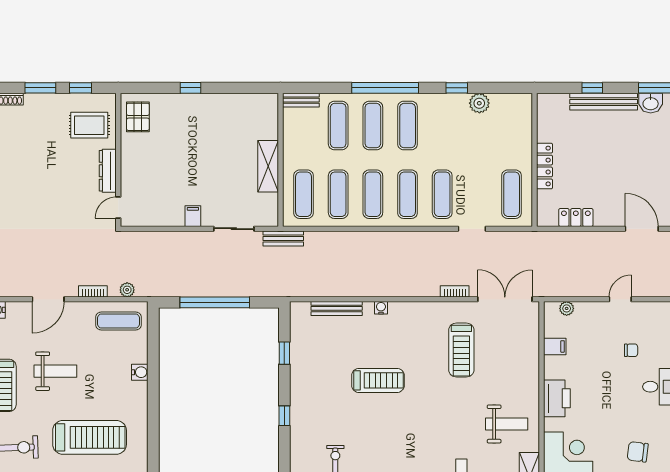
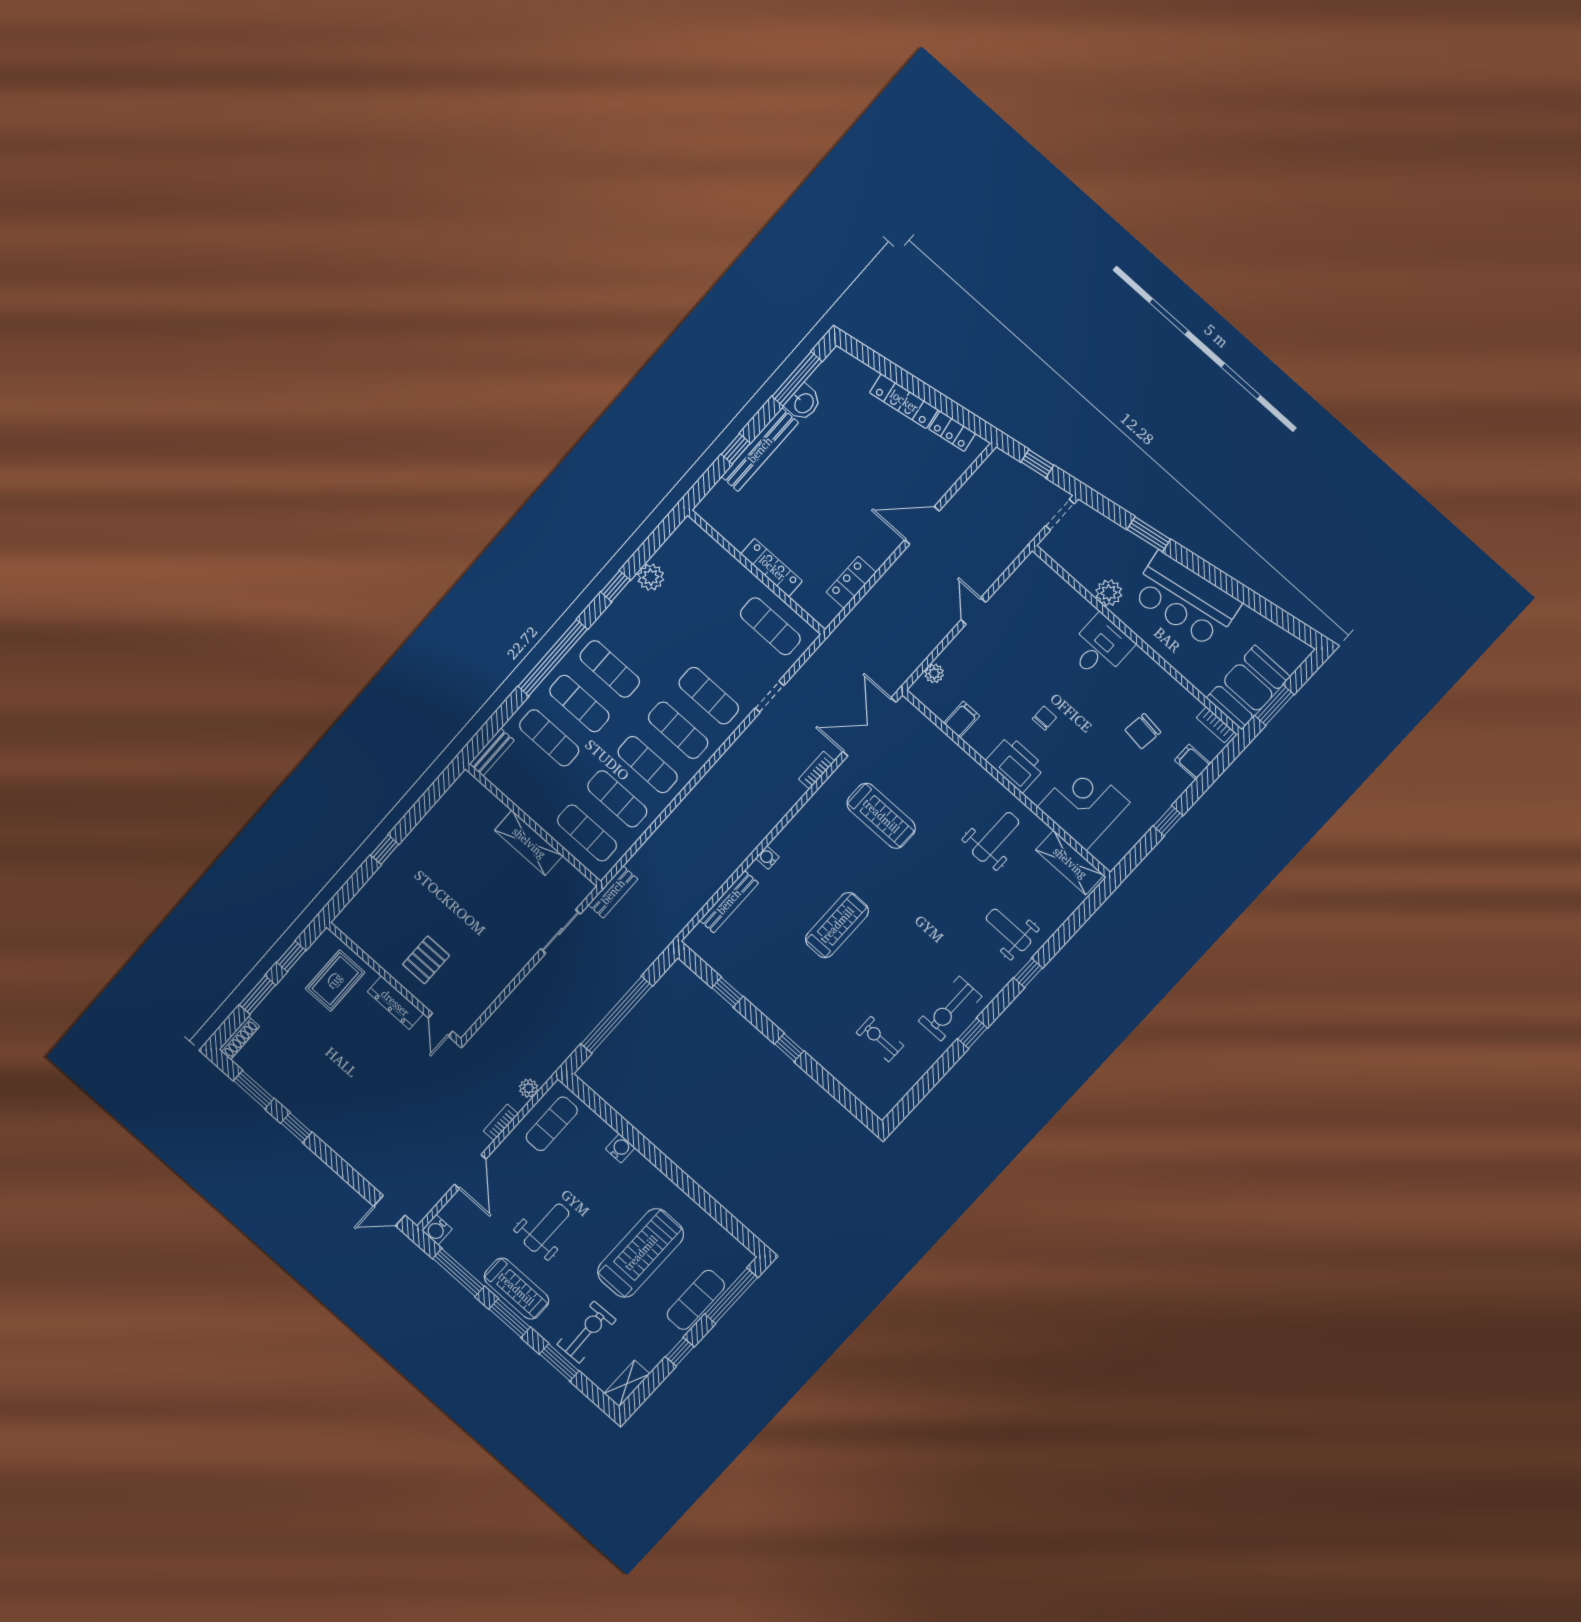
pallet: (138, 117) -> (426, 960), moved, turned 90
filing cabinet: (193, 216) -> (513, 960), removed
chair: (631, 350) -> (1044, 718), moved

